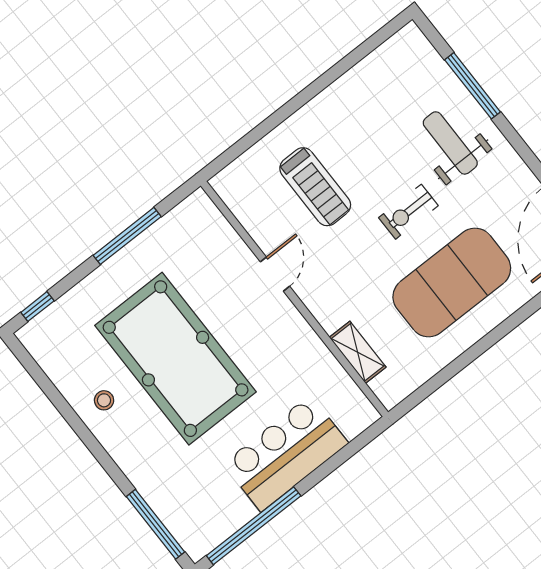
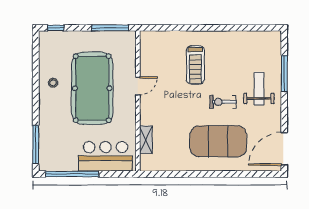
door: (275, 274) -> (138, 86), moved
wall: (294, 299) -> (138, 101), moved
shelving: (358, 352) -> (146, 140), moved

